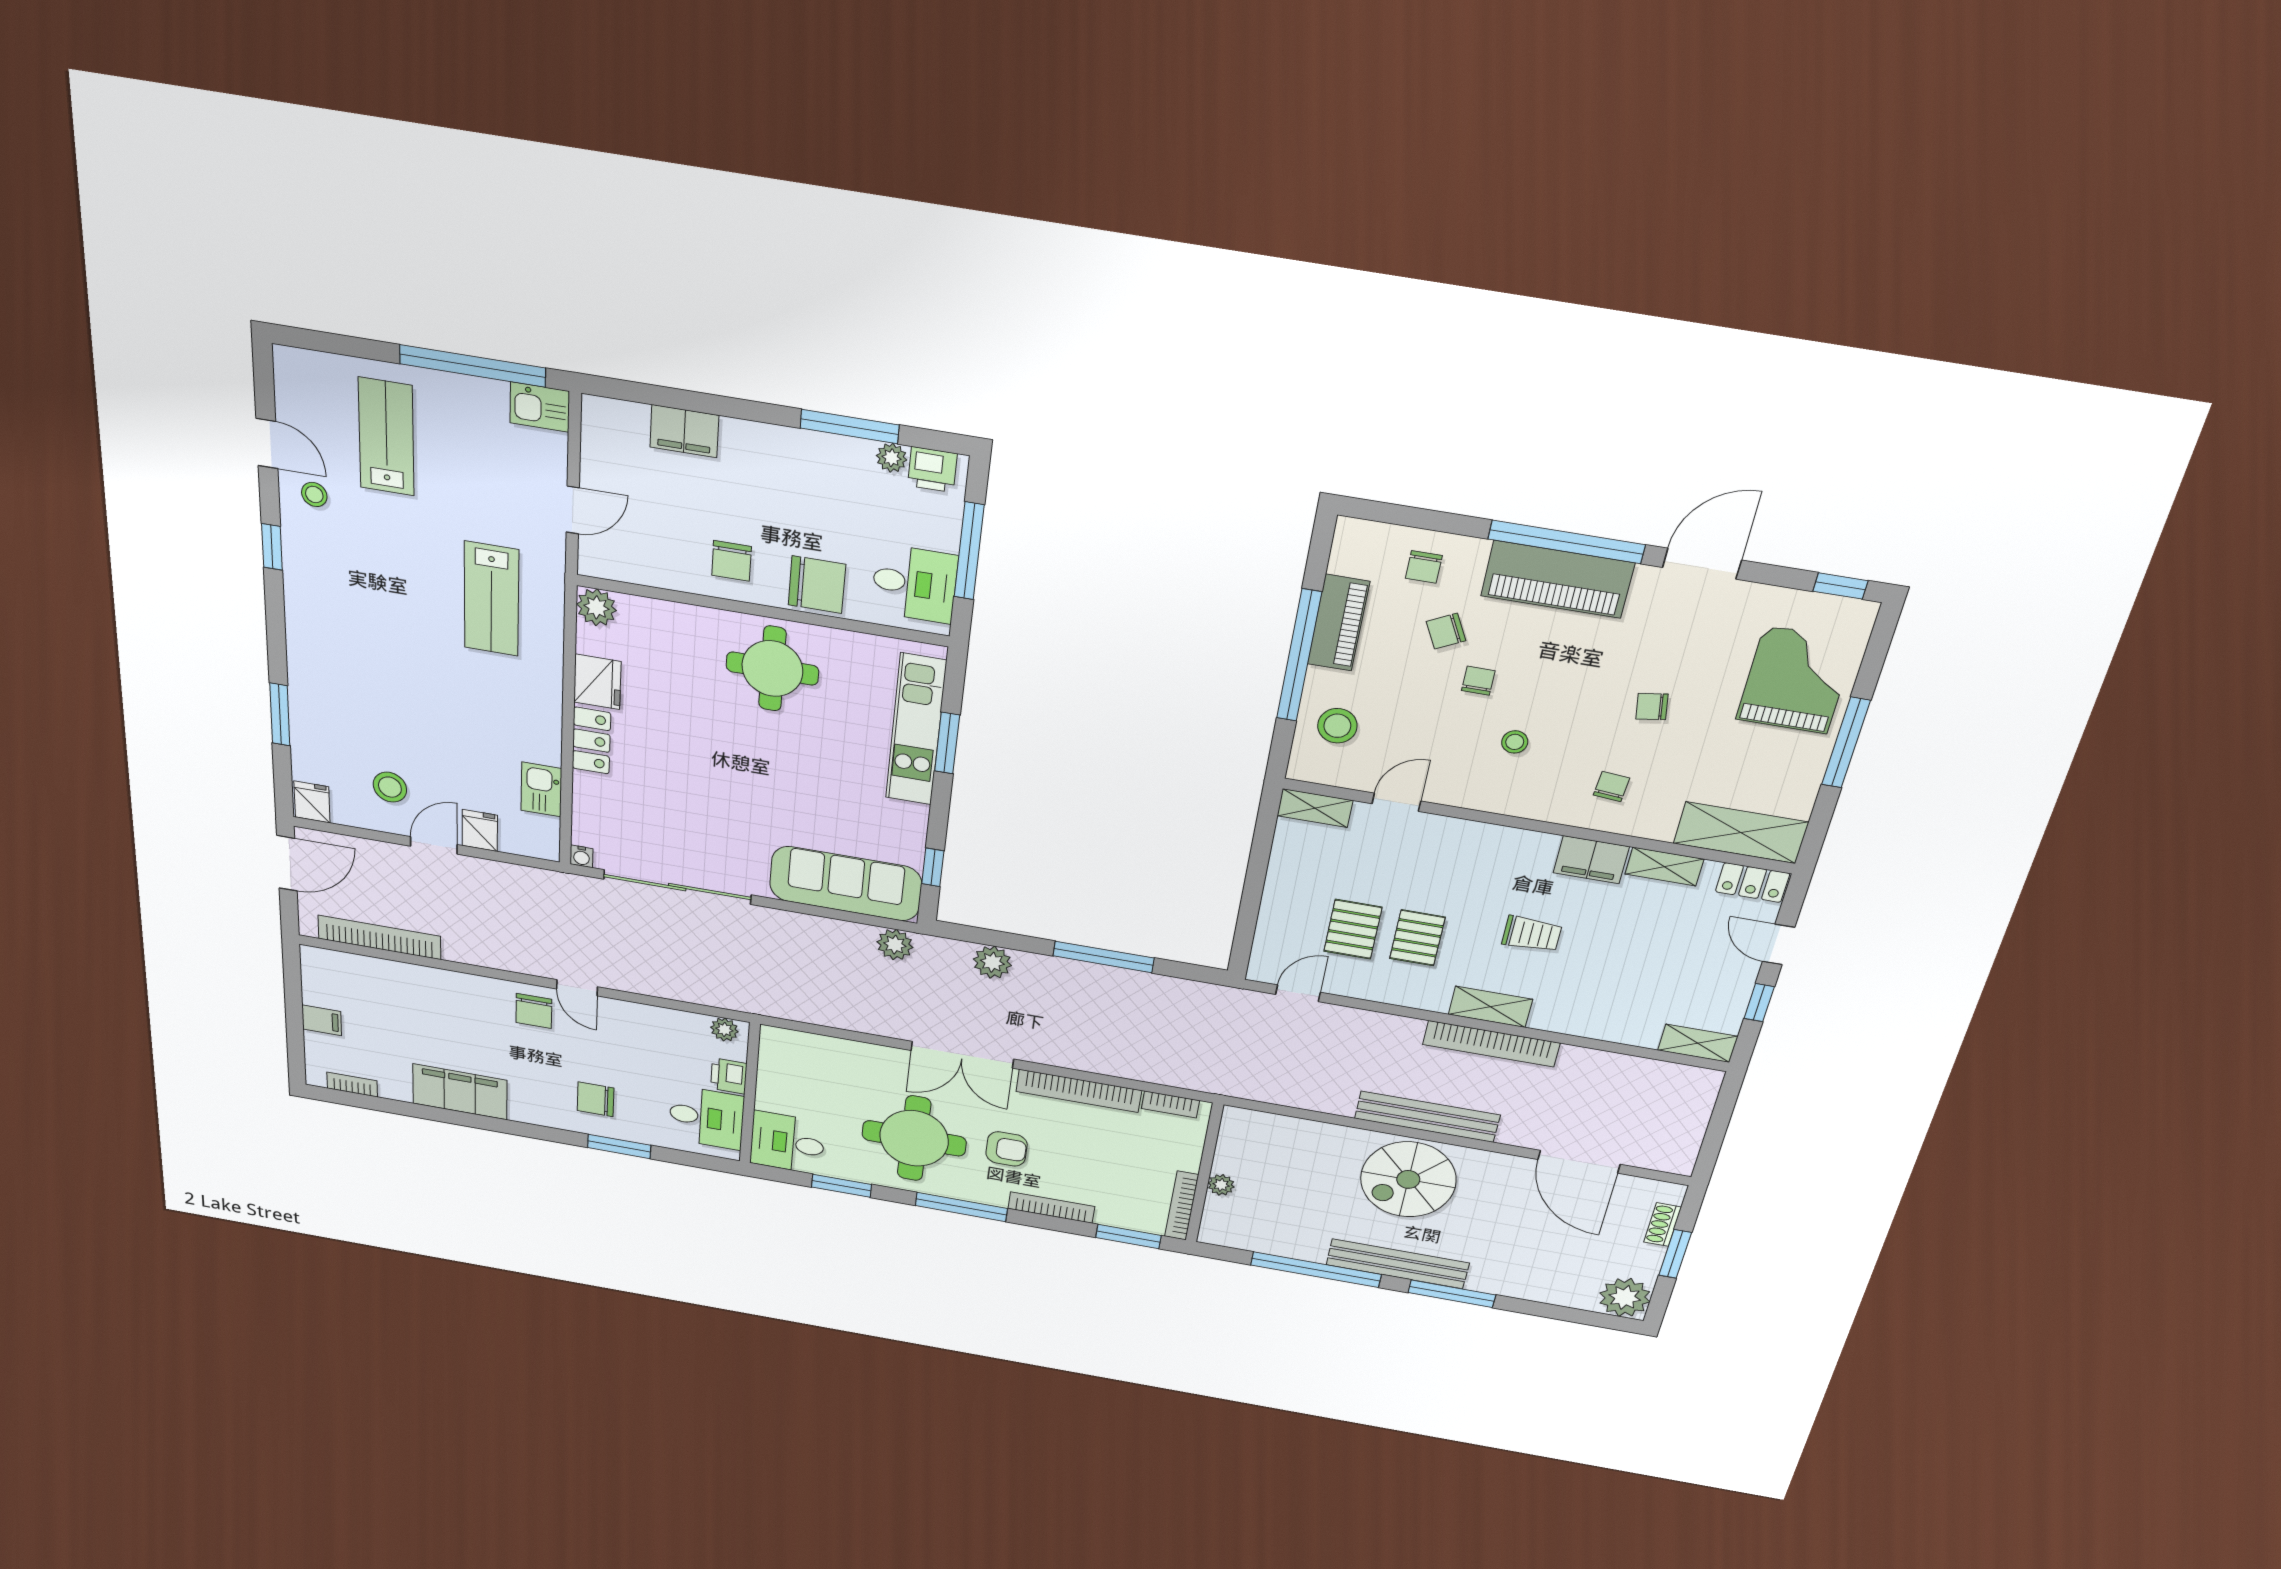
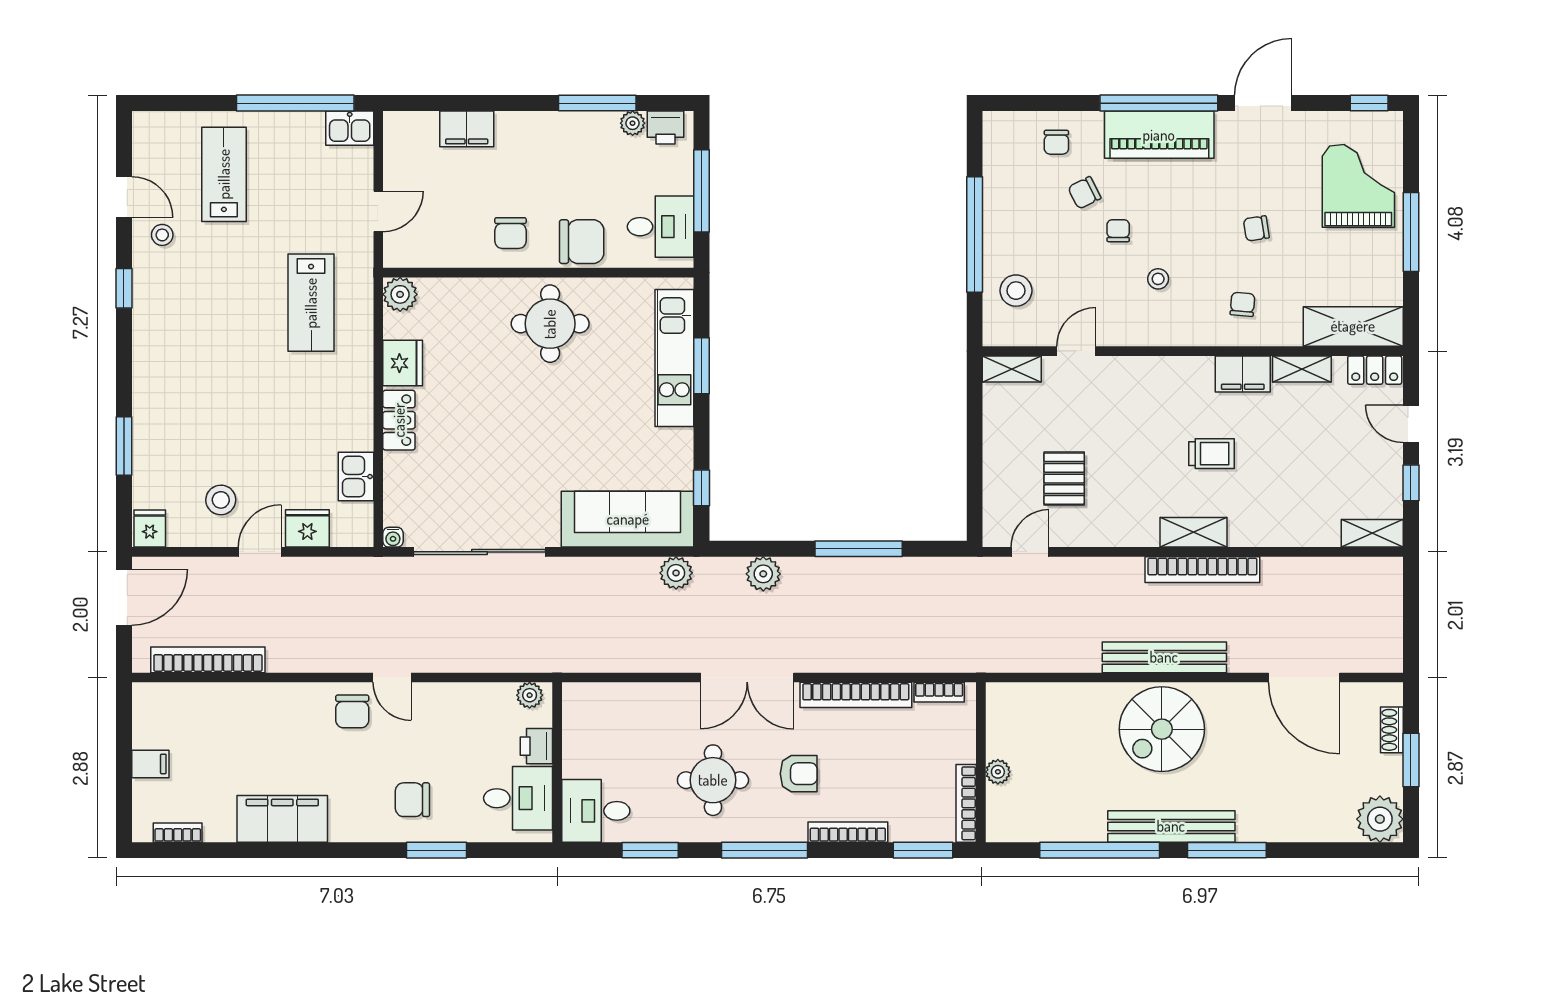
piano: (1338, 623) -> (1000, 201), removed
fridge: (480, 830) -> (307, 528), width x1.38
pallet: (1417, 938) -> (1119, 476), removed
round table: (914, 1138) -> (713, 780), width x0.73, depth x0.73

